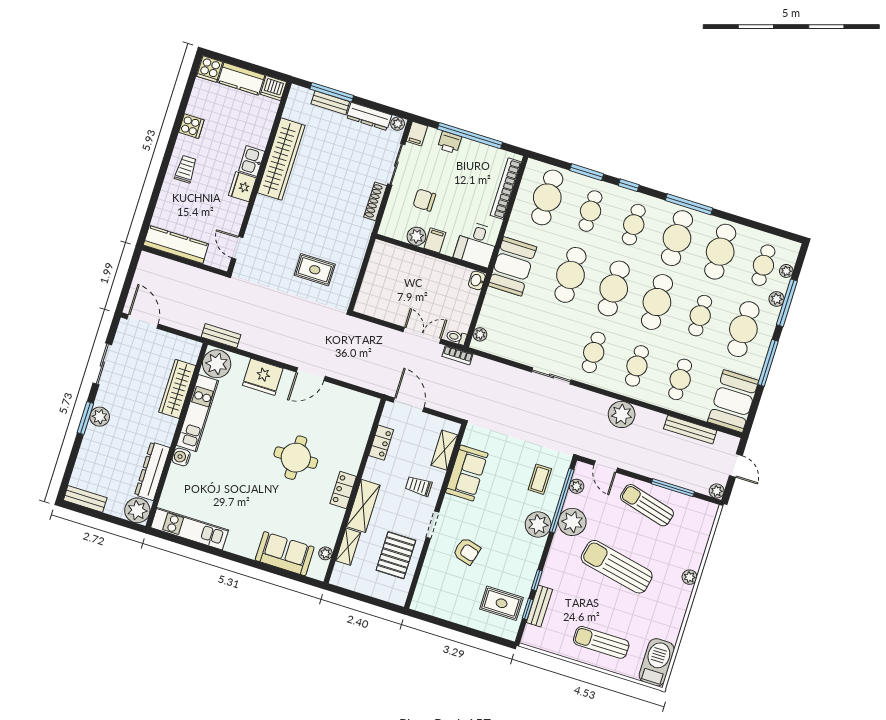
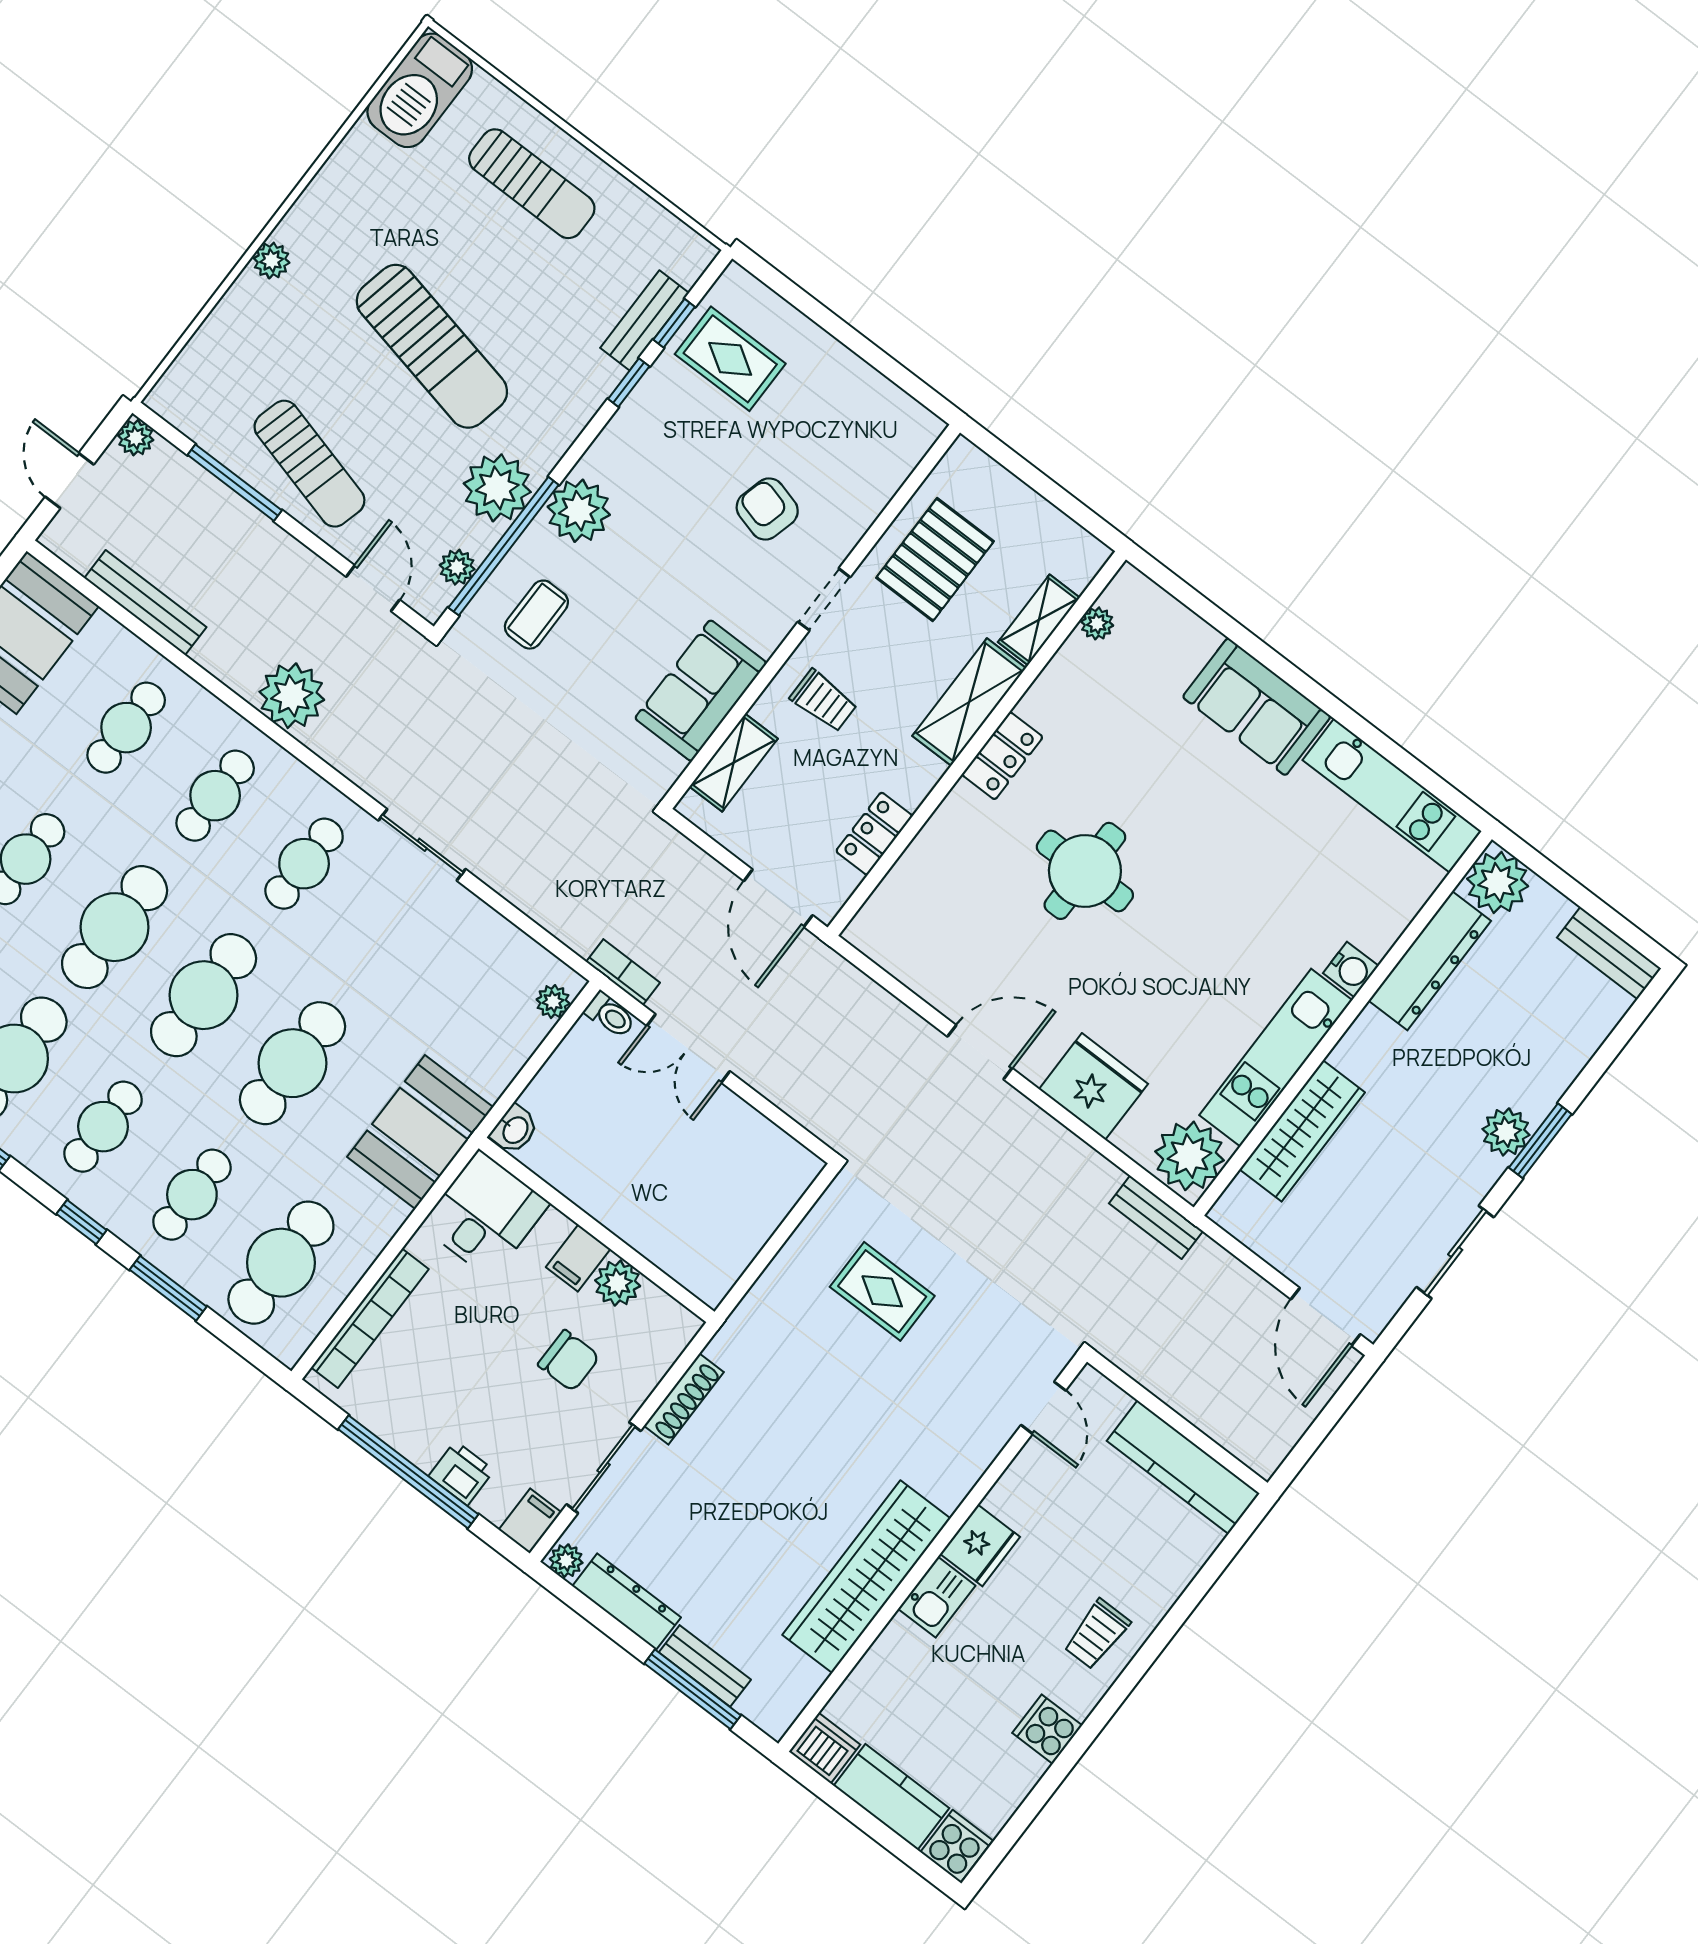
sofa: (285, 554) -> (1257, 707), moved

